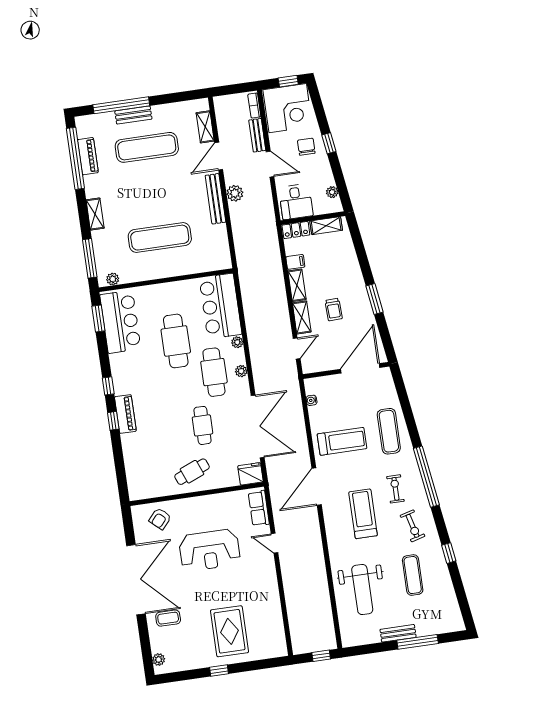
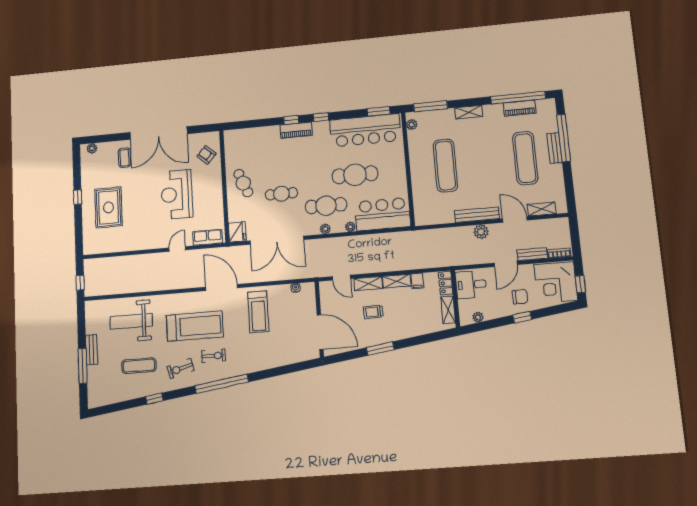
bar counter: (120, 322) -> (365, 130), width x1.36
exercise mat: (389, 431) -> (264, 353), removed
treadmill: (363, 514) -> (195, 326), width x1.37, depth x1.38
rug: (229, 631) -> (108, 207), turned 90

